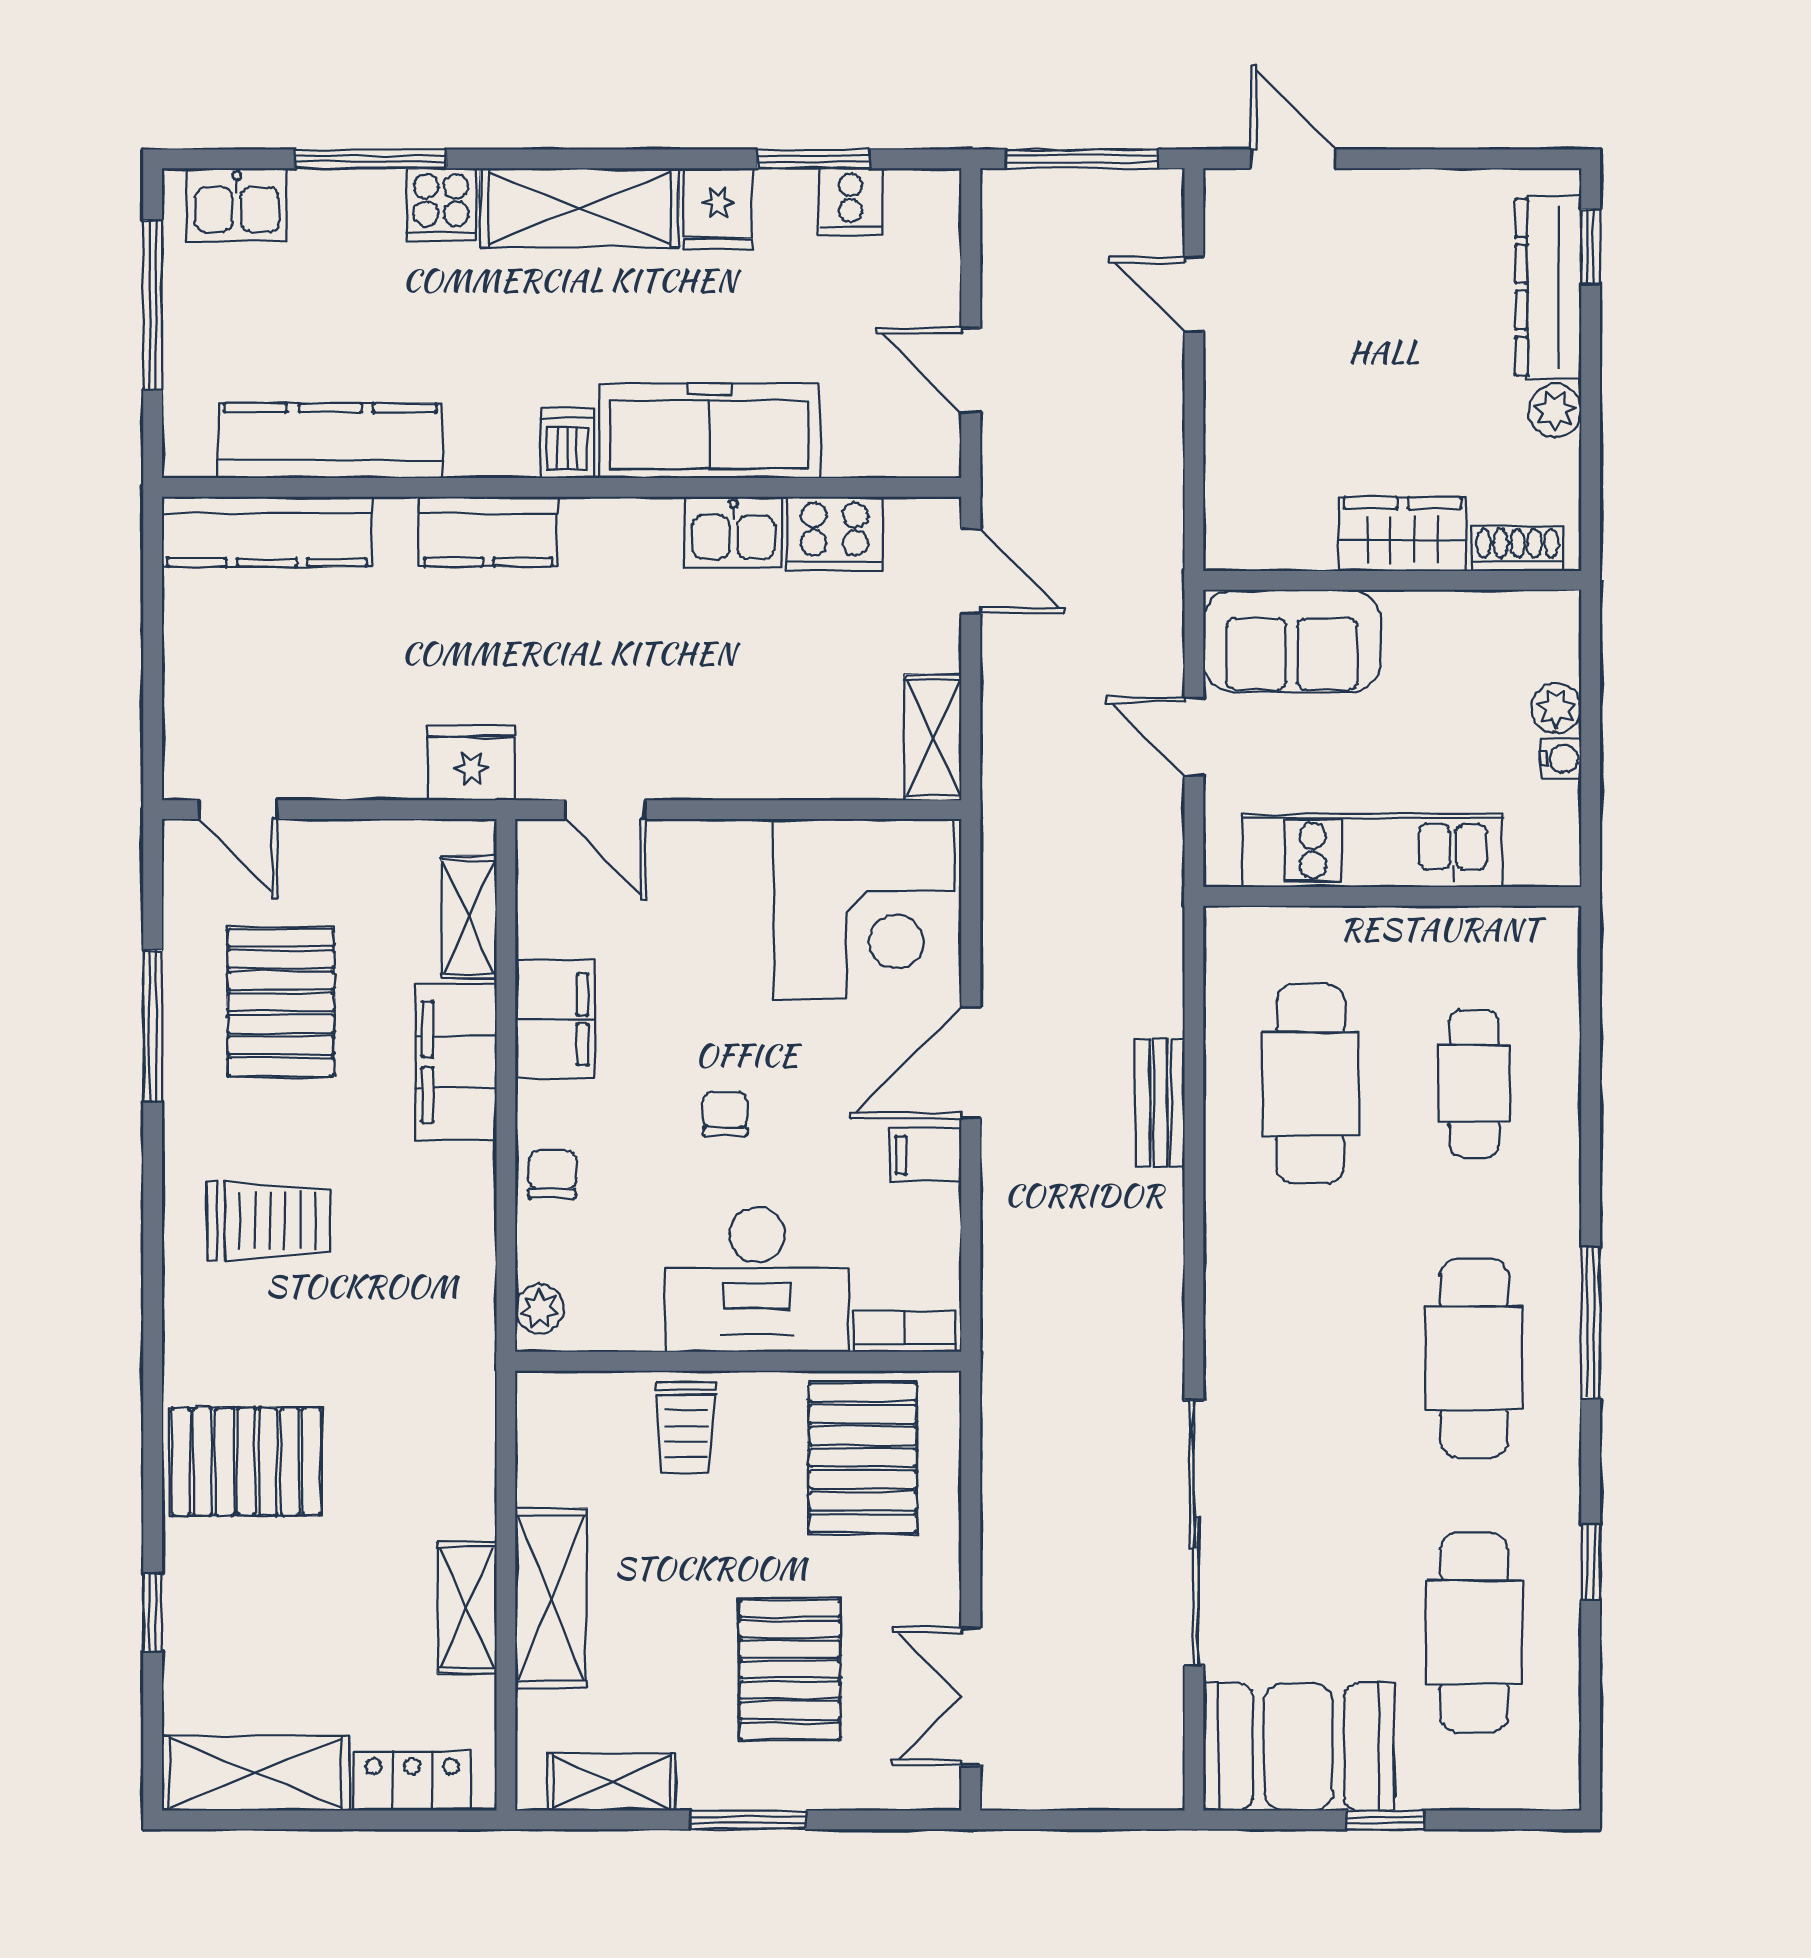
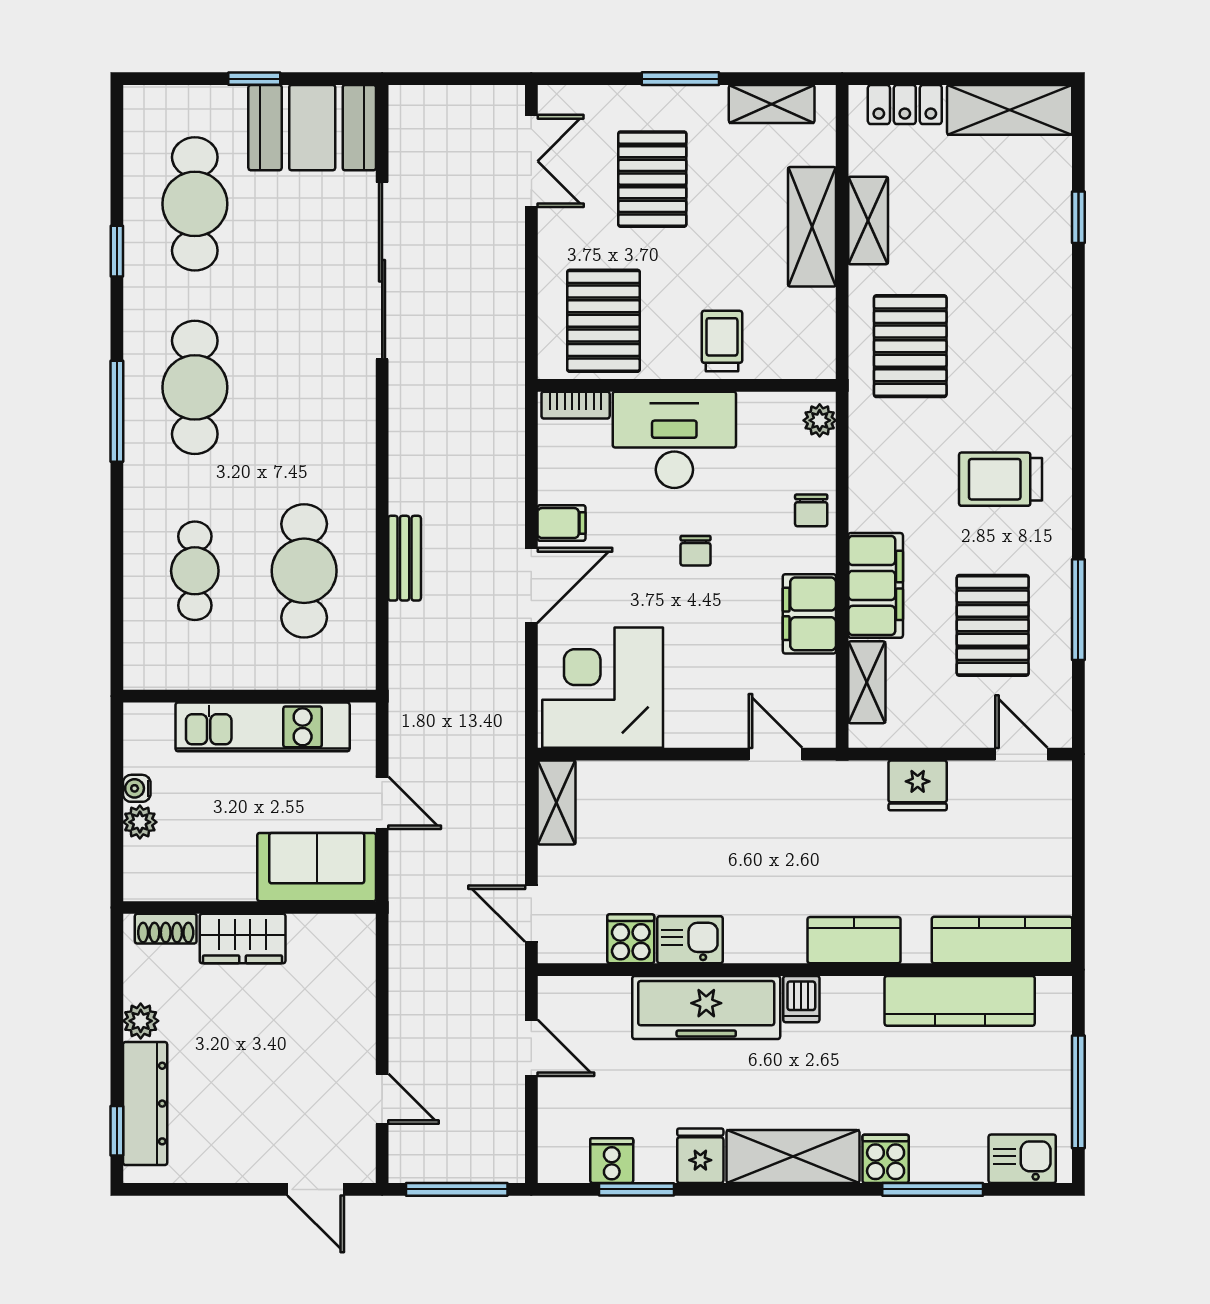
cooker: (835, 533) -> (631, 939), width x0.73
fridge: (471, 763) -> (918, 785), moved
pallet: (246, 1462) -> (910, 346), moved, turned 90

